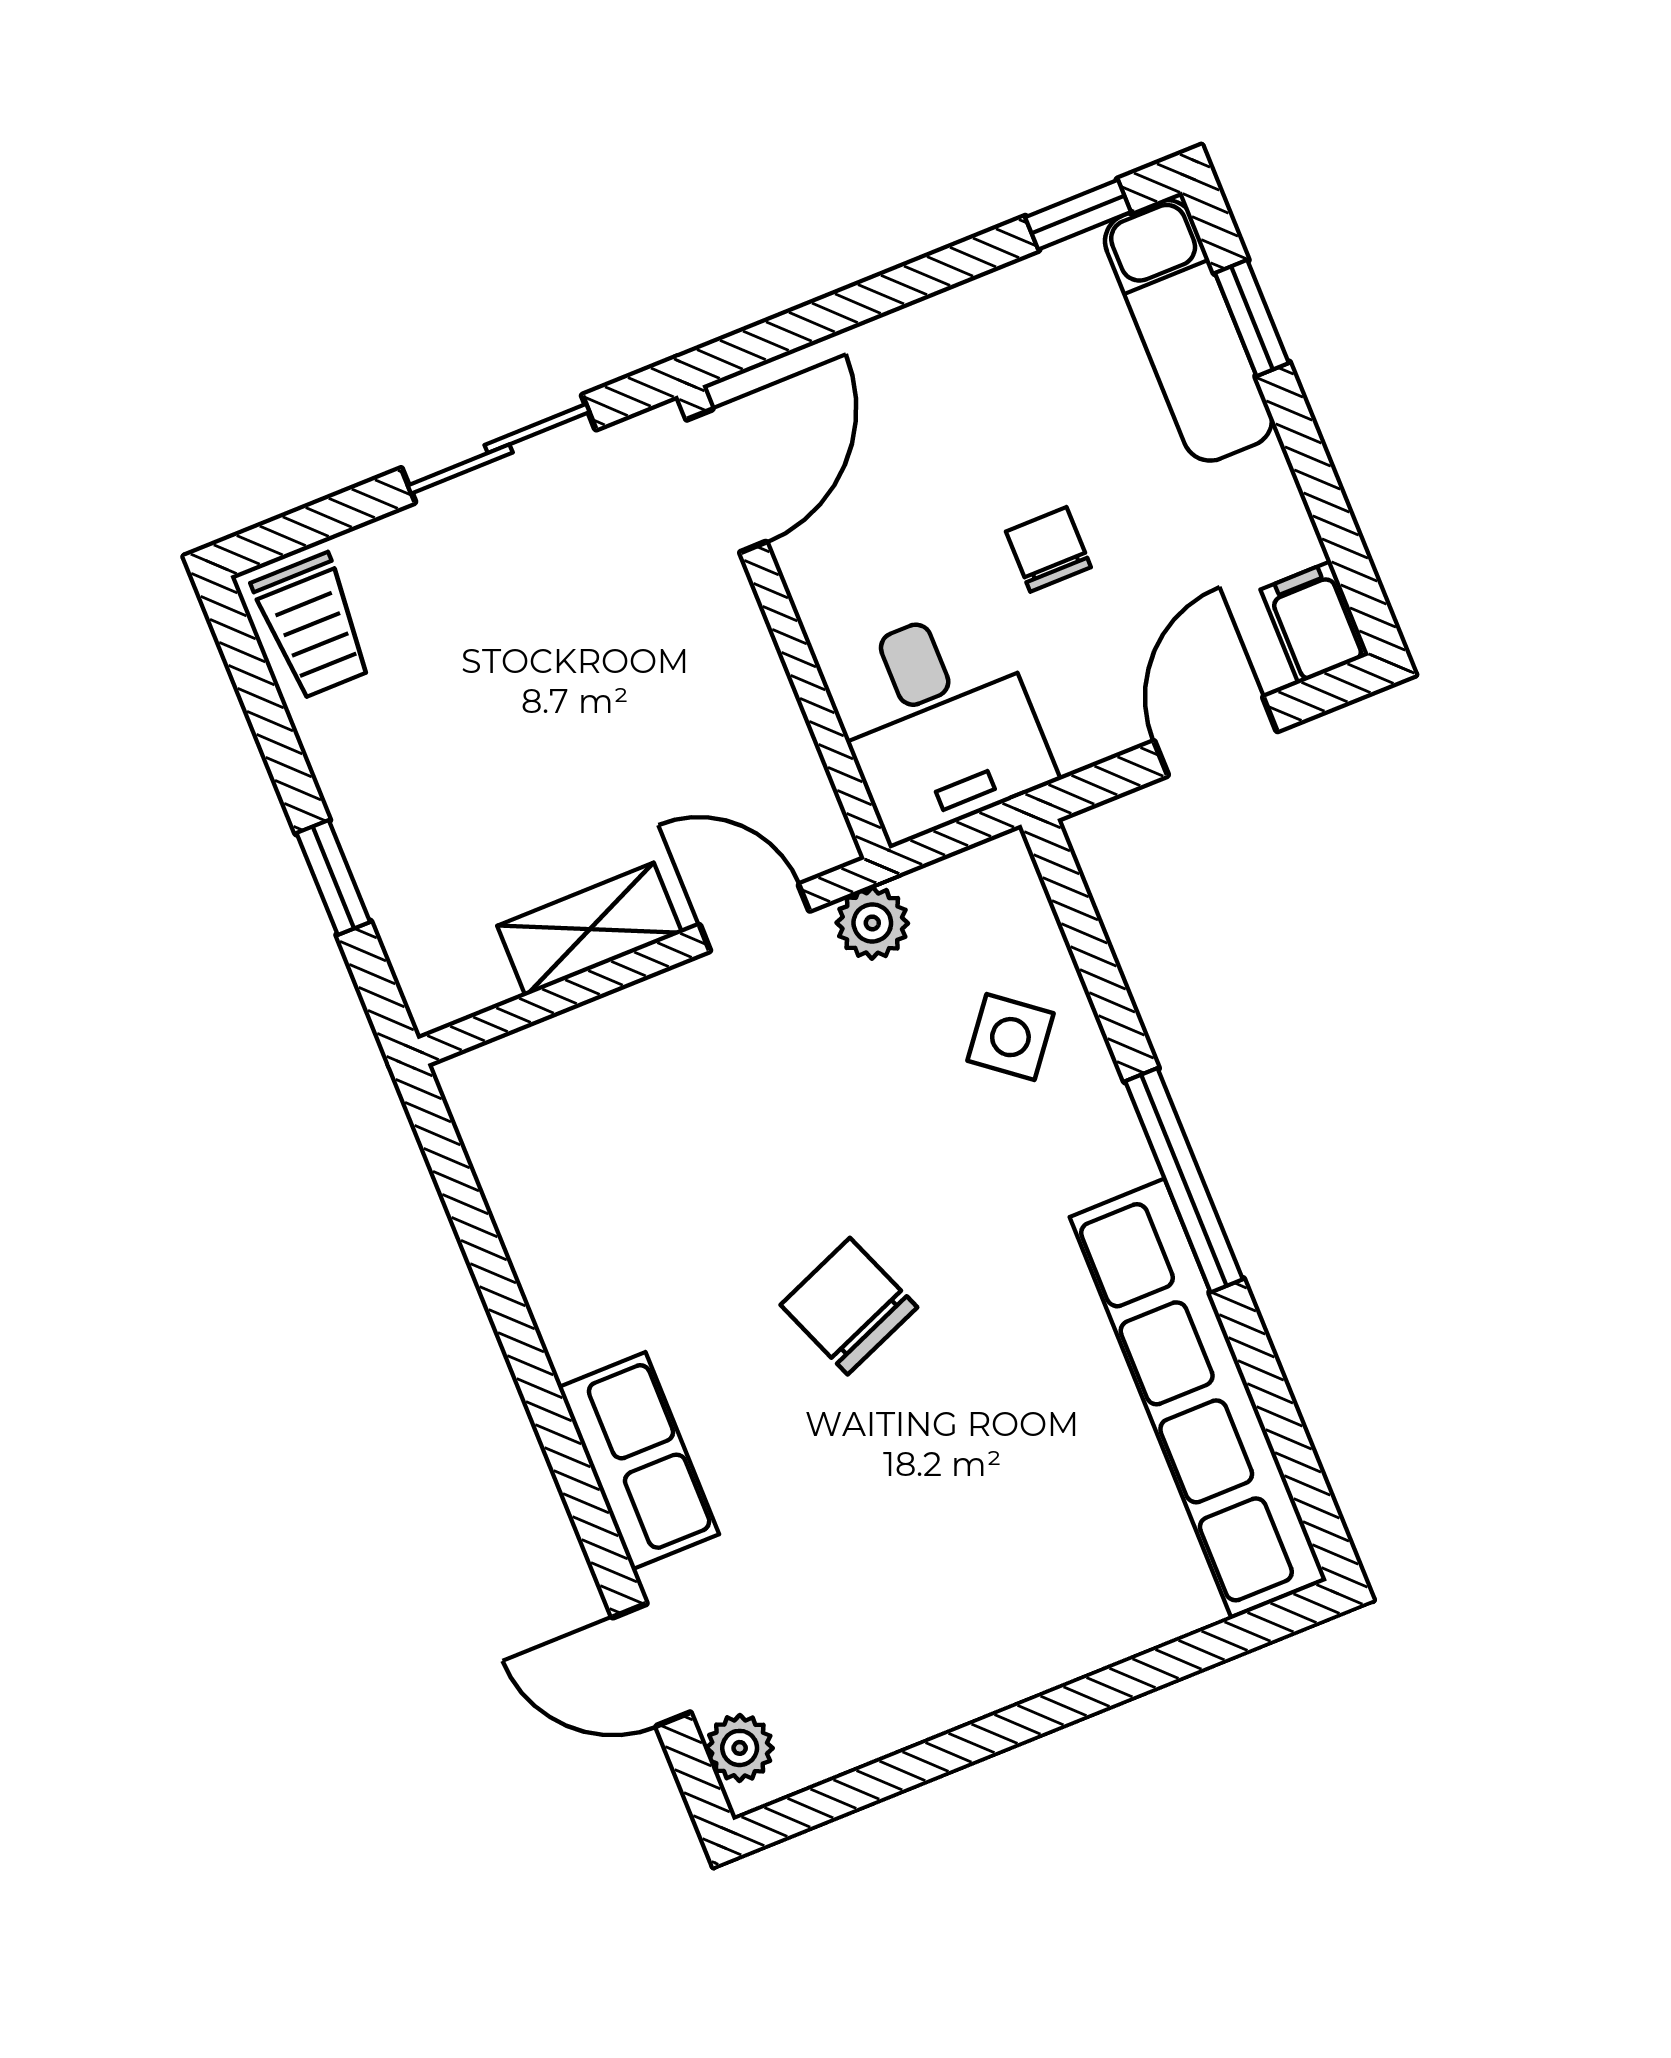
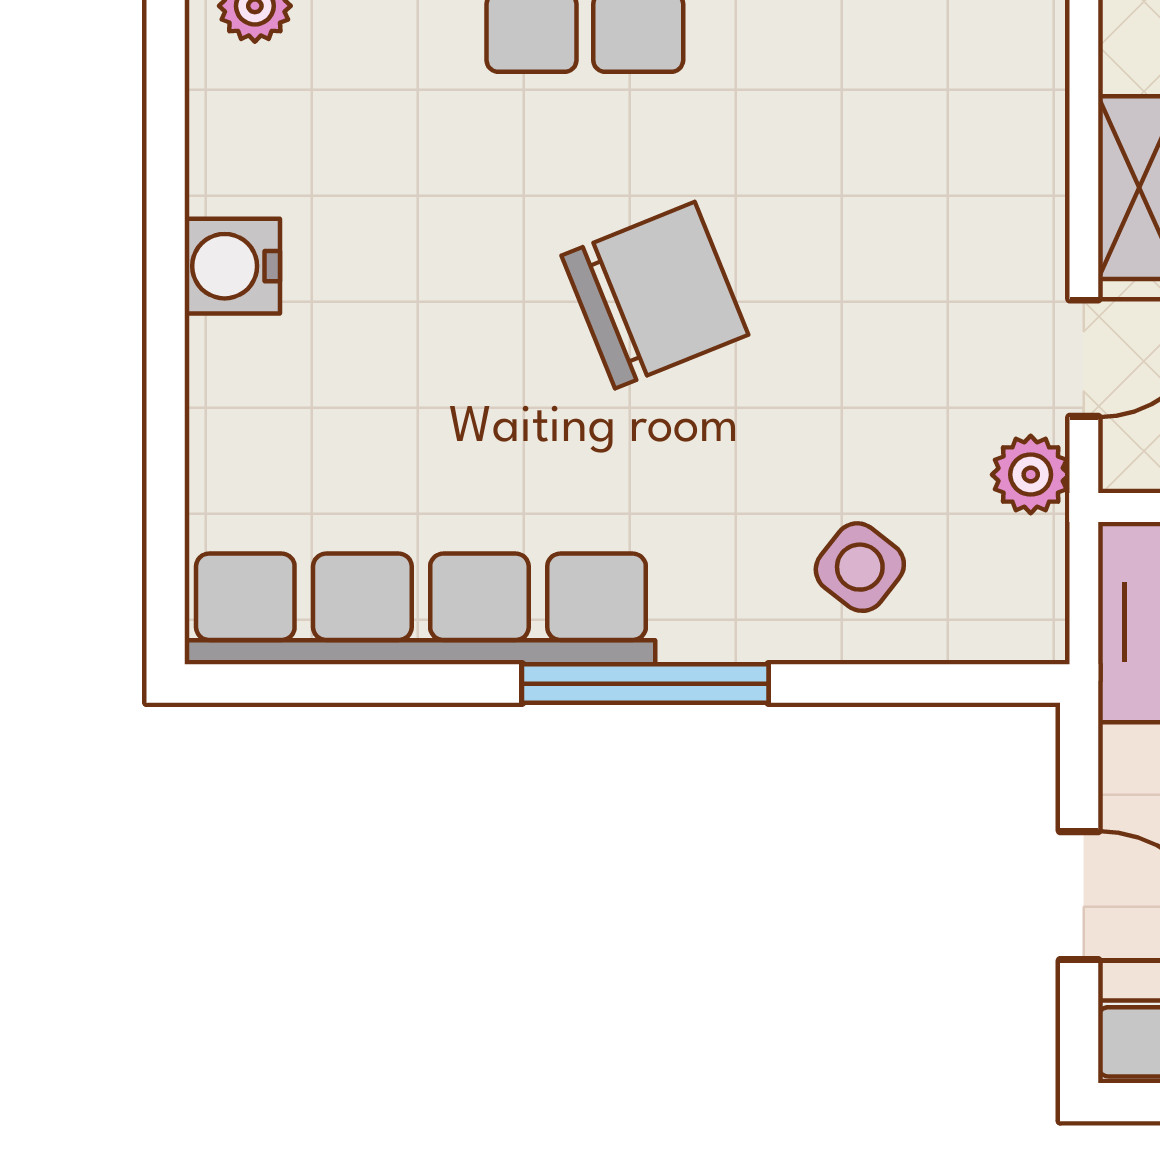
chair: (849, 1306) -> (655, 295), width x1.37, depth x1.37
water cooler: (970, 1677) -> (232, 266), added

